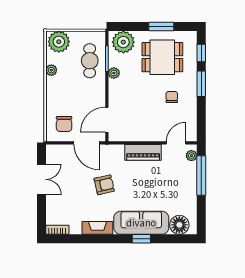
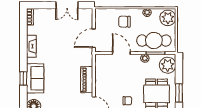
cafe table: (90, 61) -> (154, 41), width x1.37, depth x1.35
door: (107, 120) -> (121, 53), moved
chair: (64, 124) -> (124, 22), moved
armchair: (104, 185) -> (63, 51), removed
sofa: (141, 223) -> (35, 78), width x0.73

